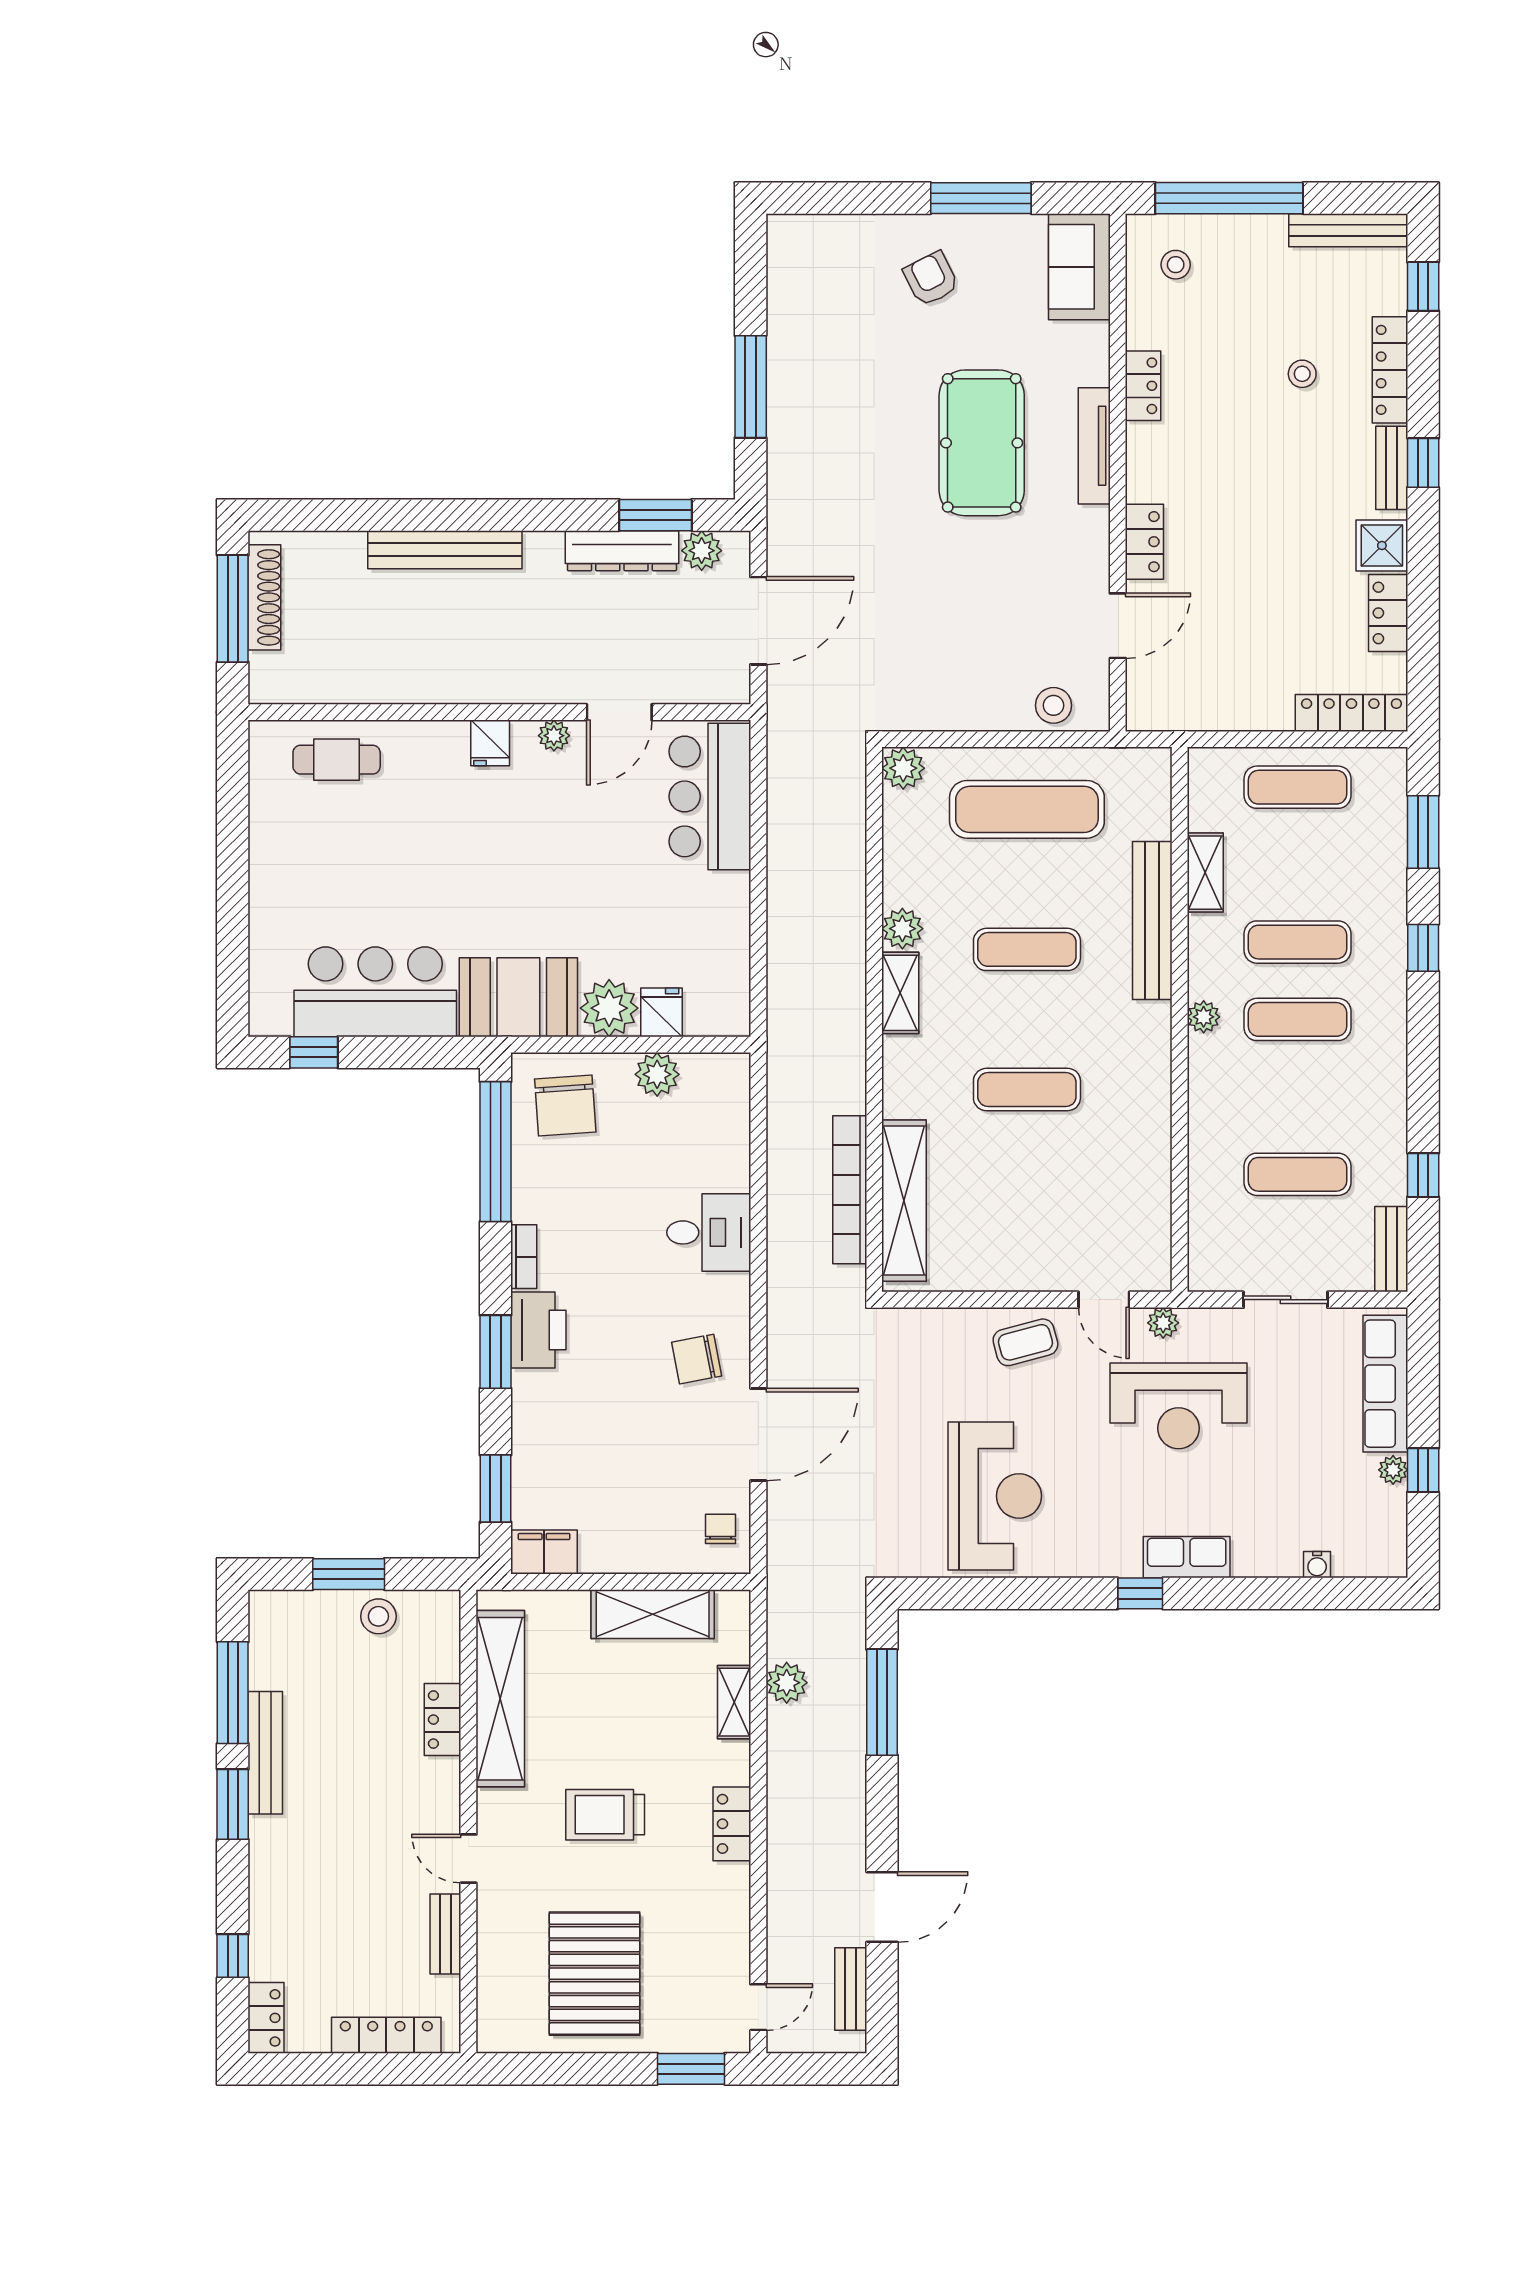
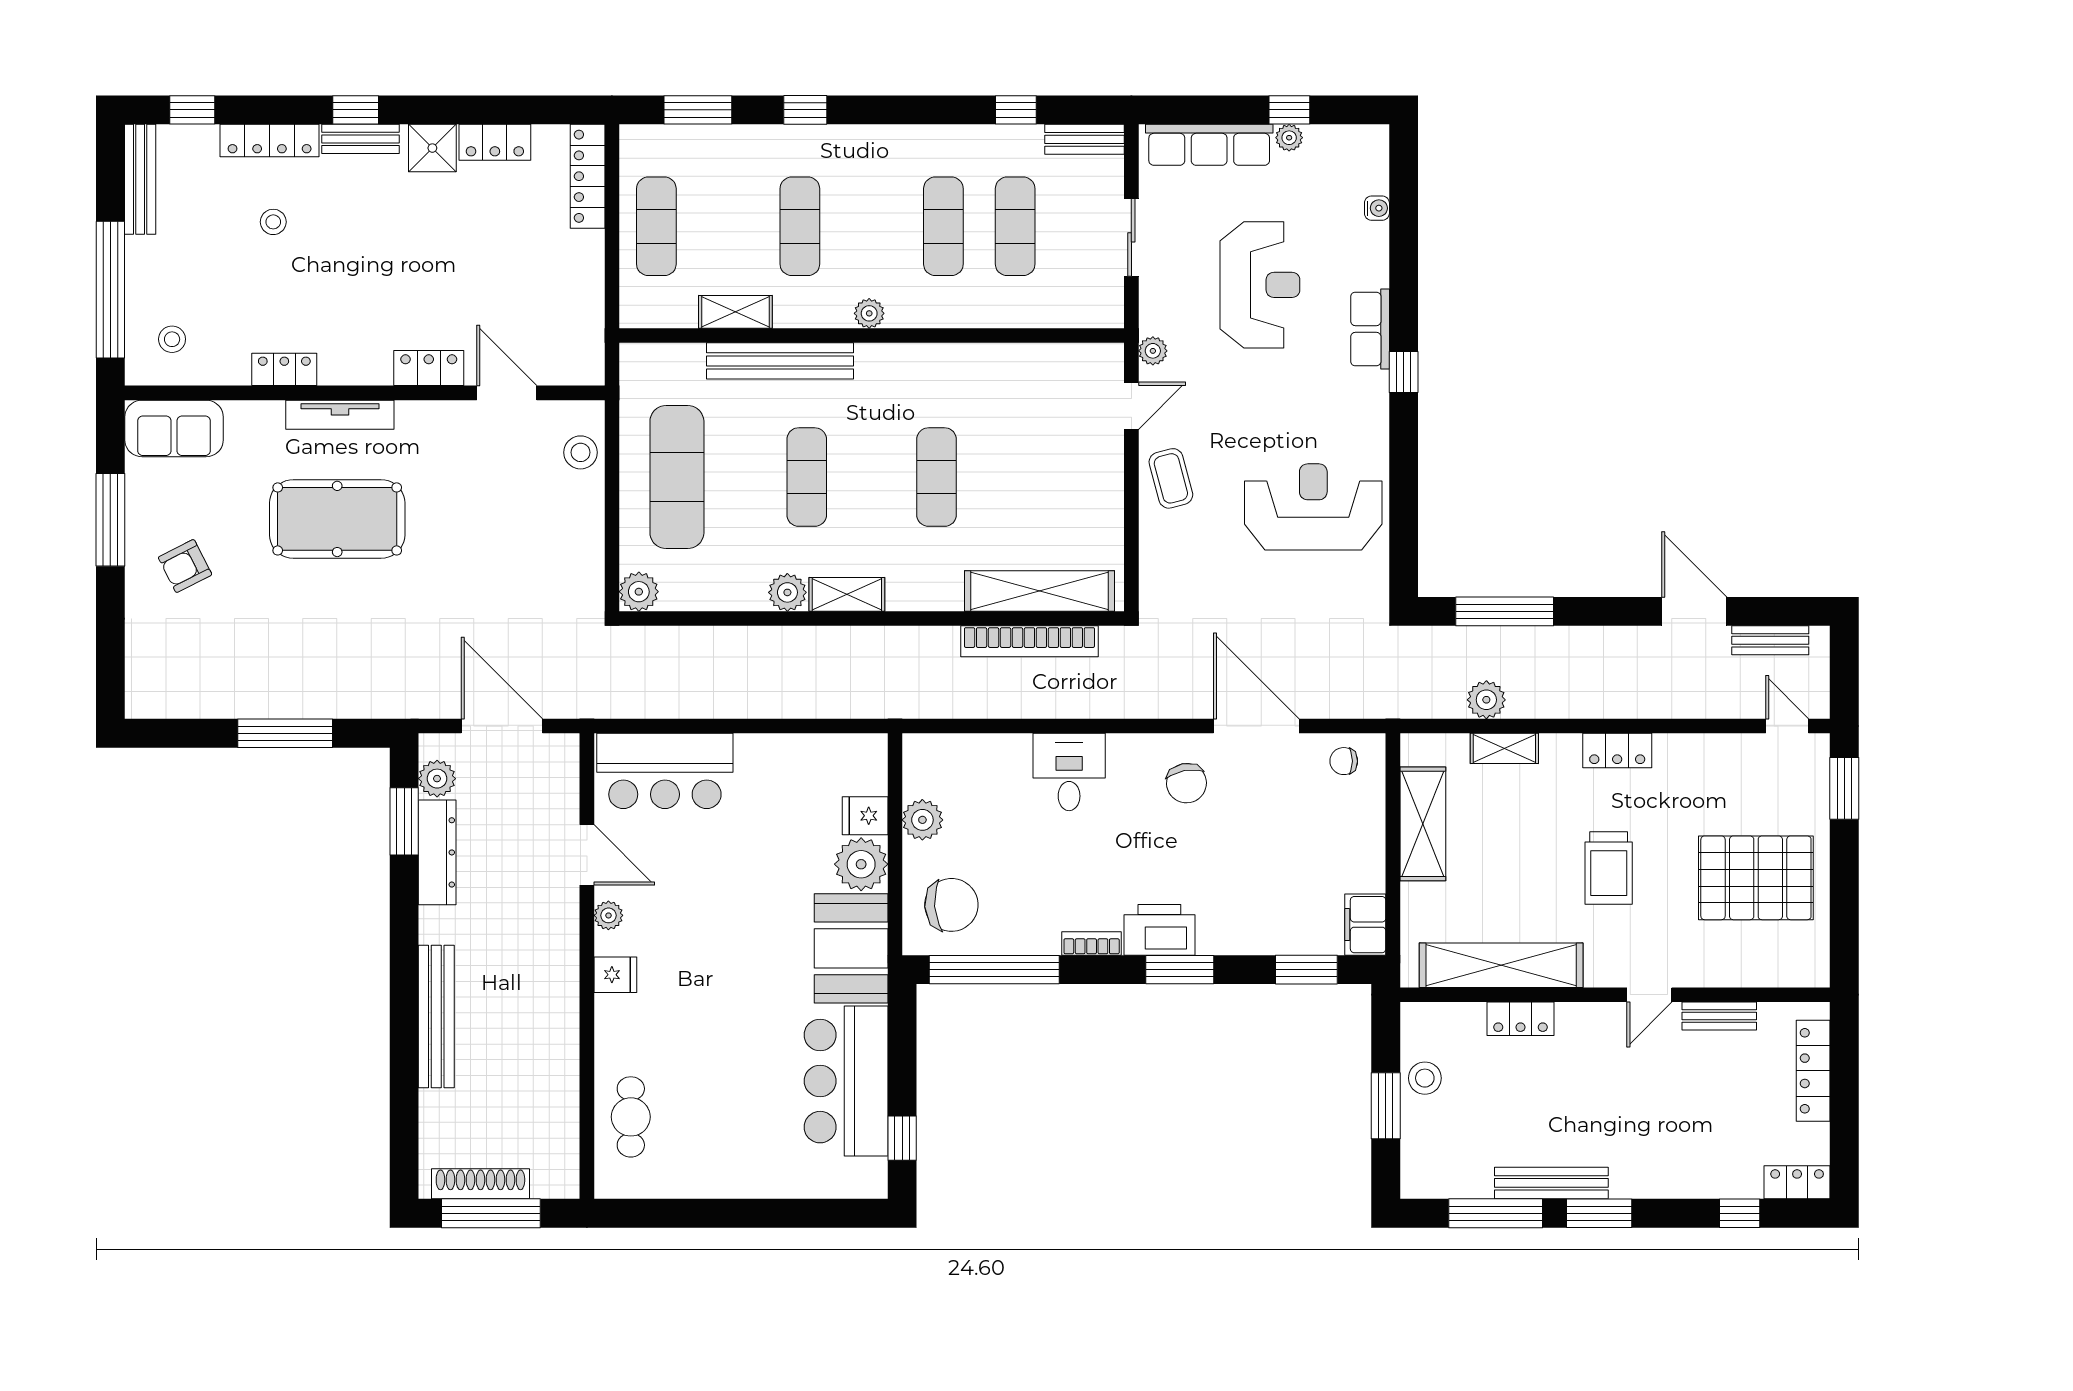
exercise mat: (1297, 1019) -> (943, 226), moved
reception desk: (1179, 1406) -> (1260, 285), moved

